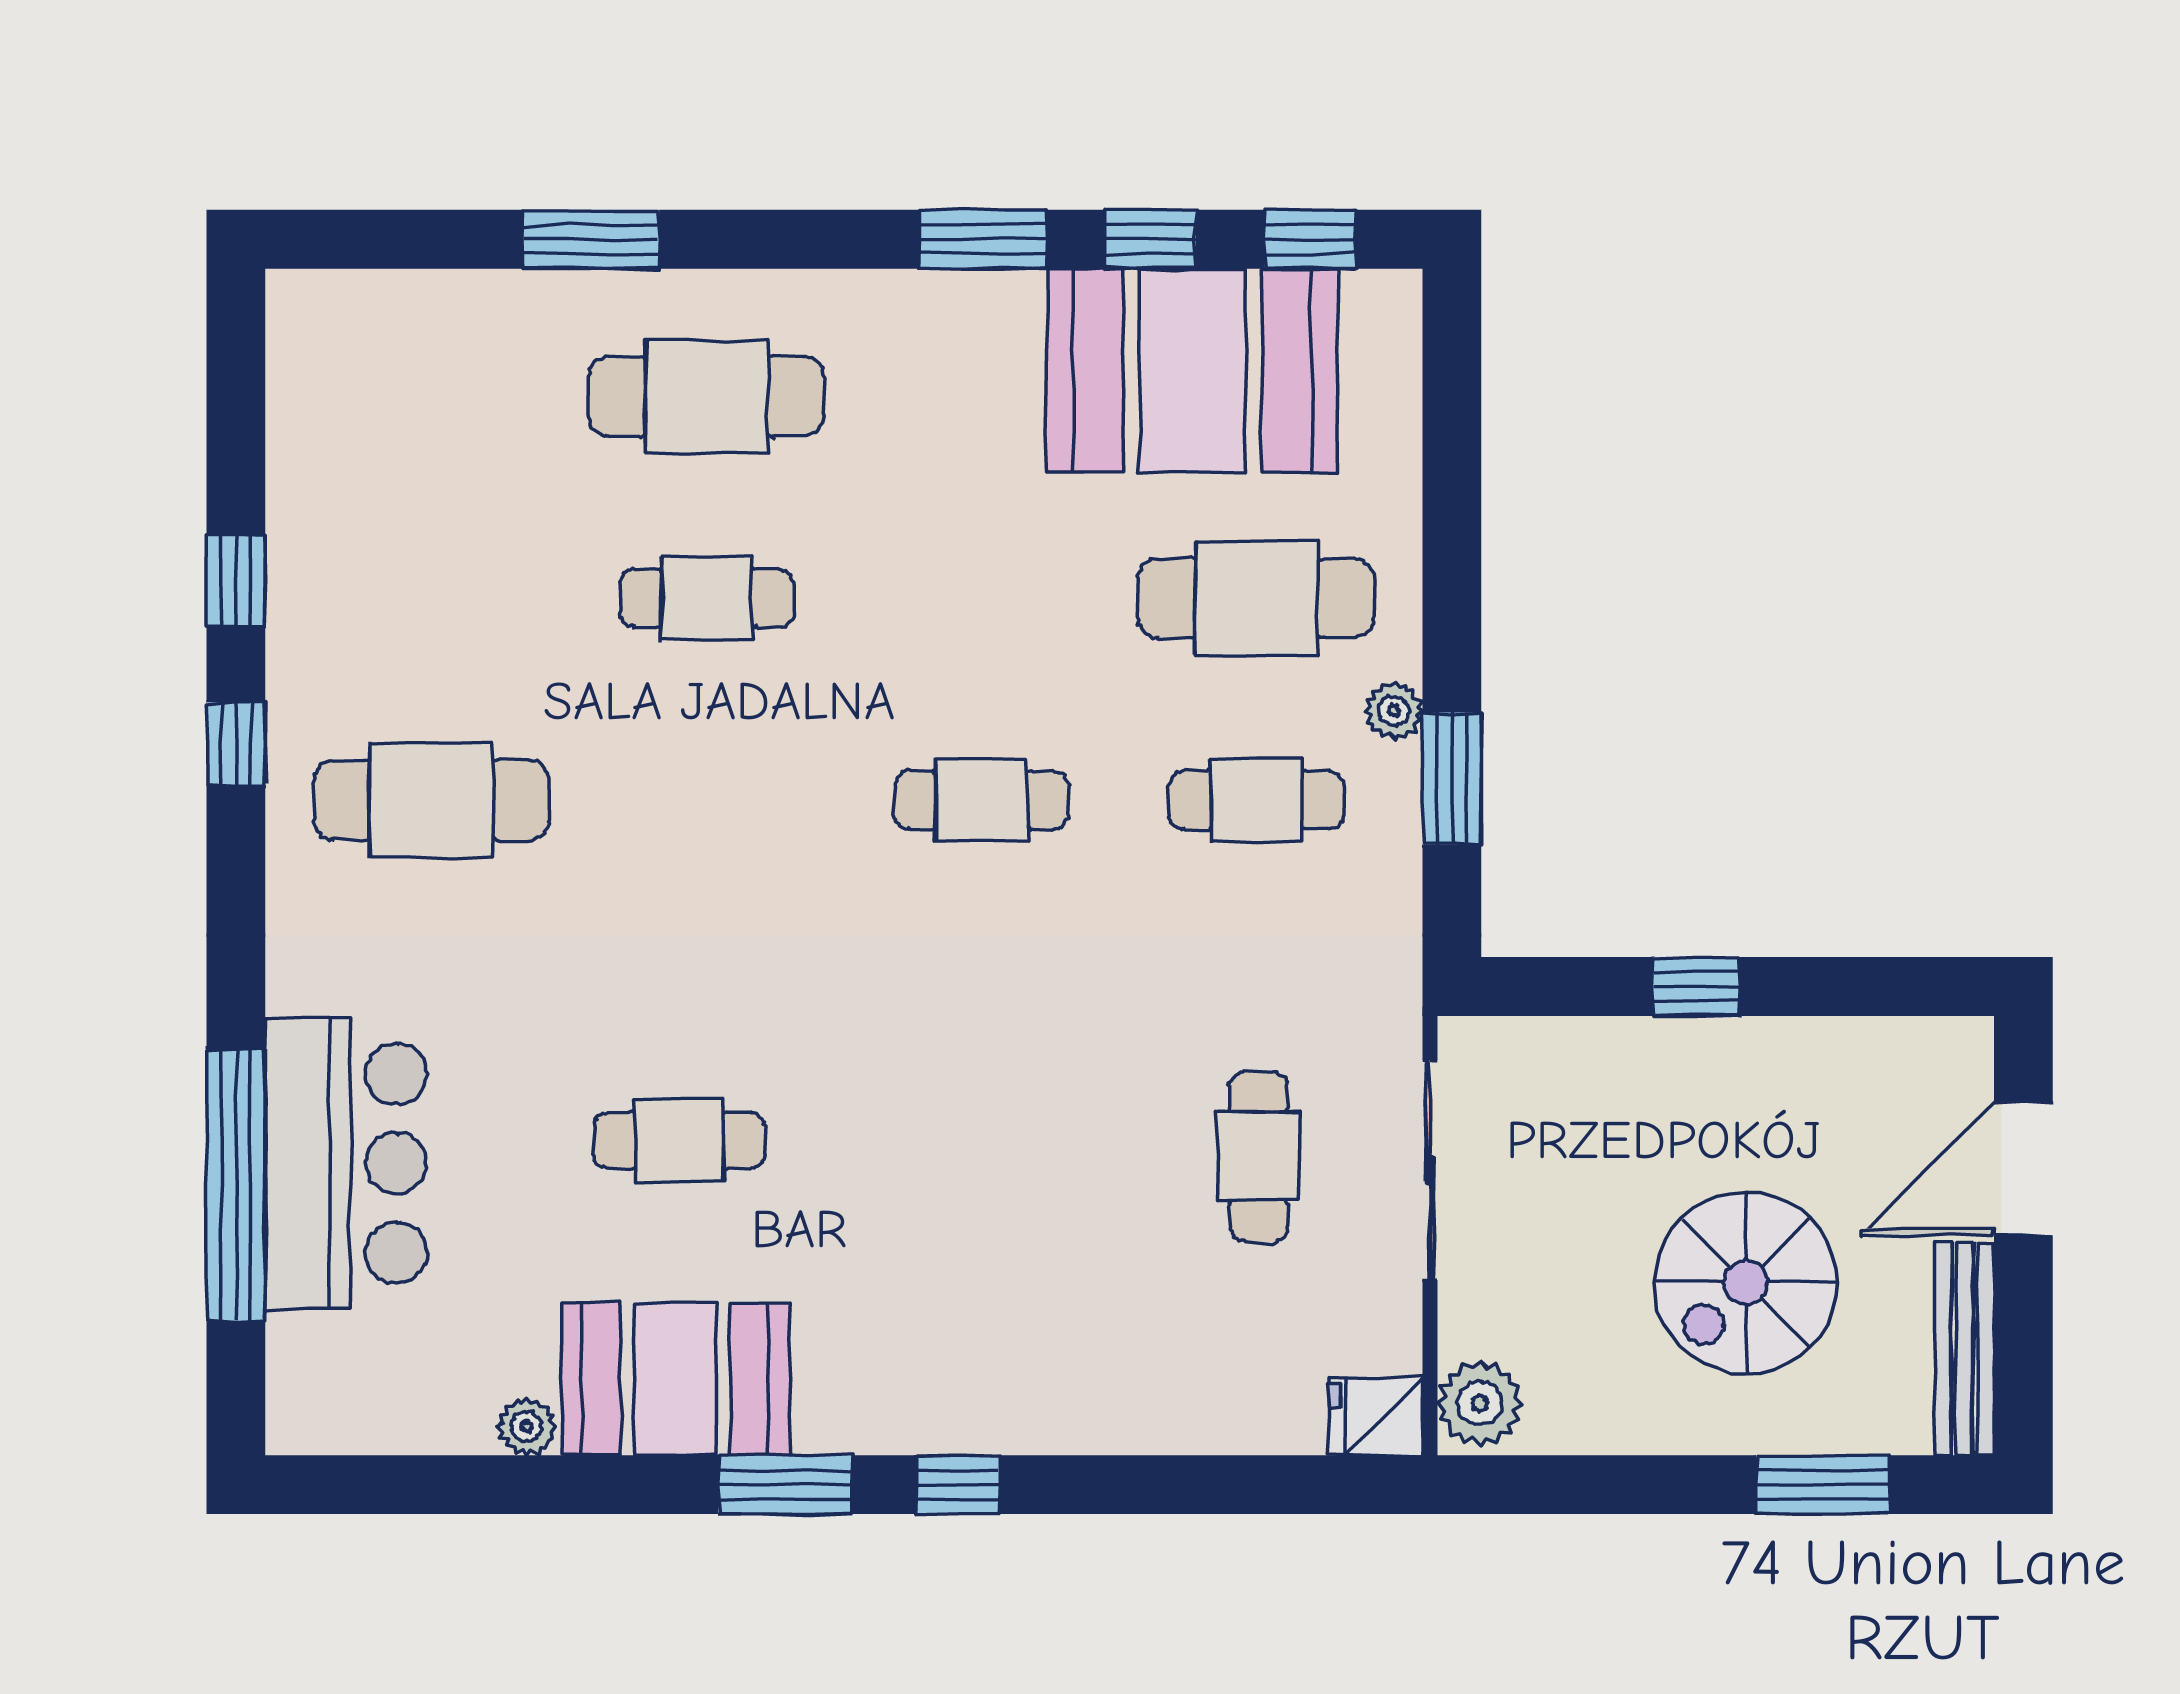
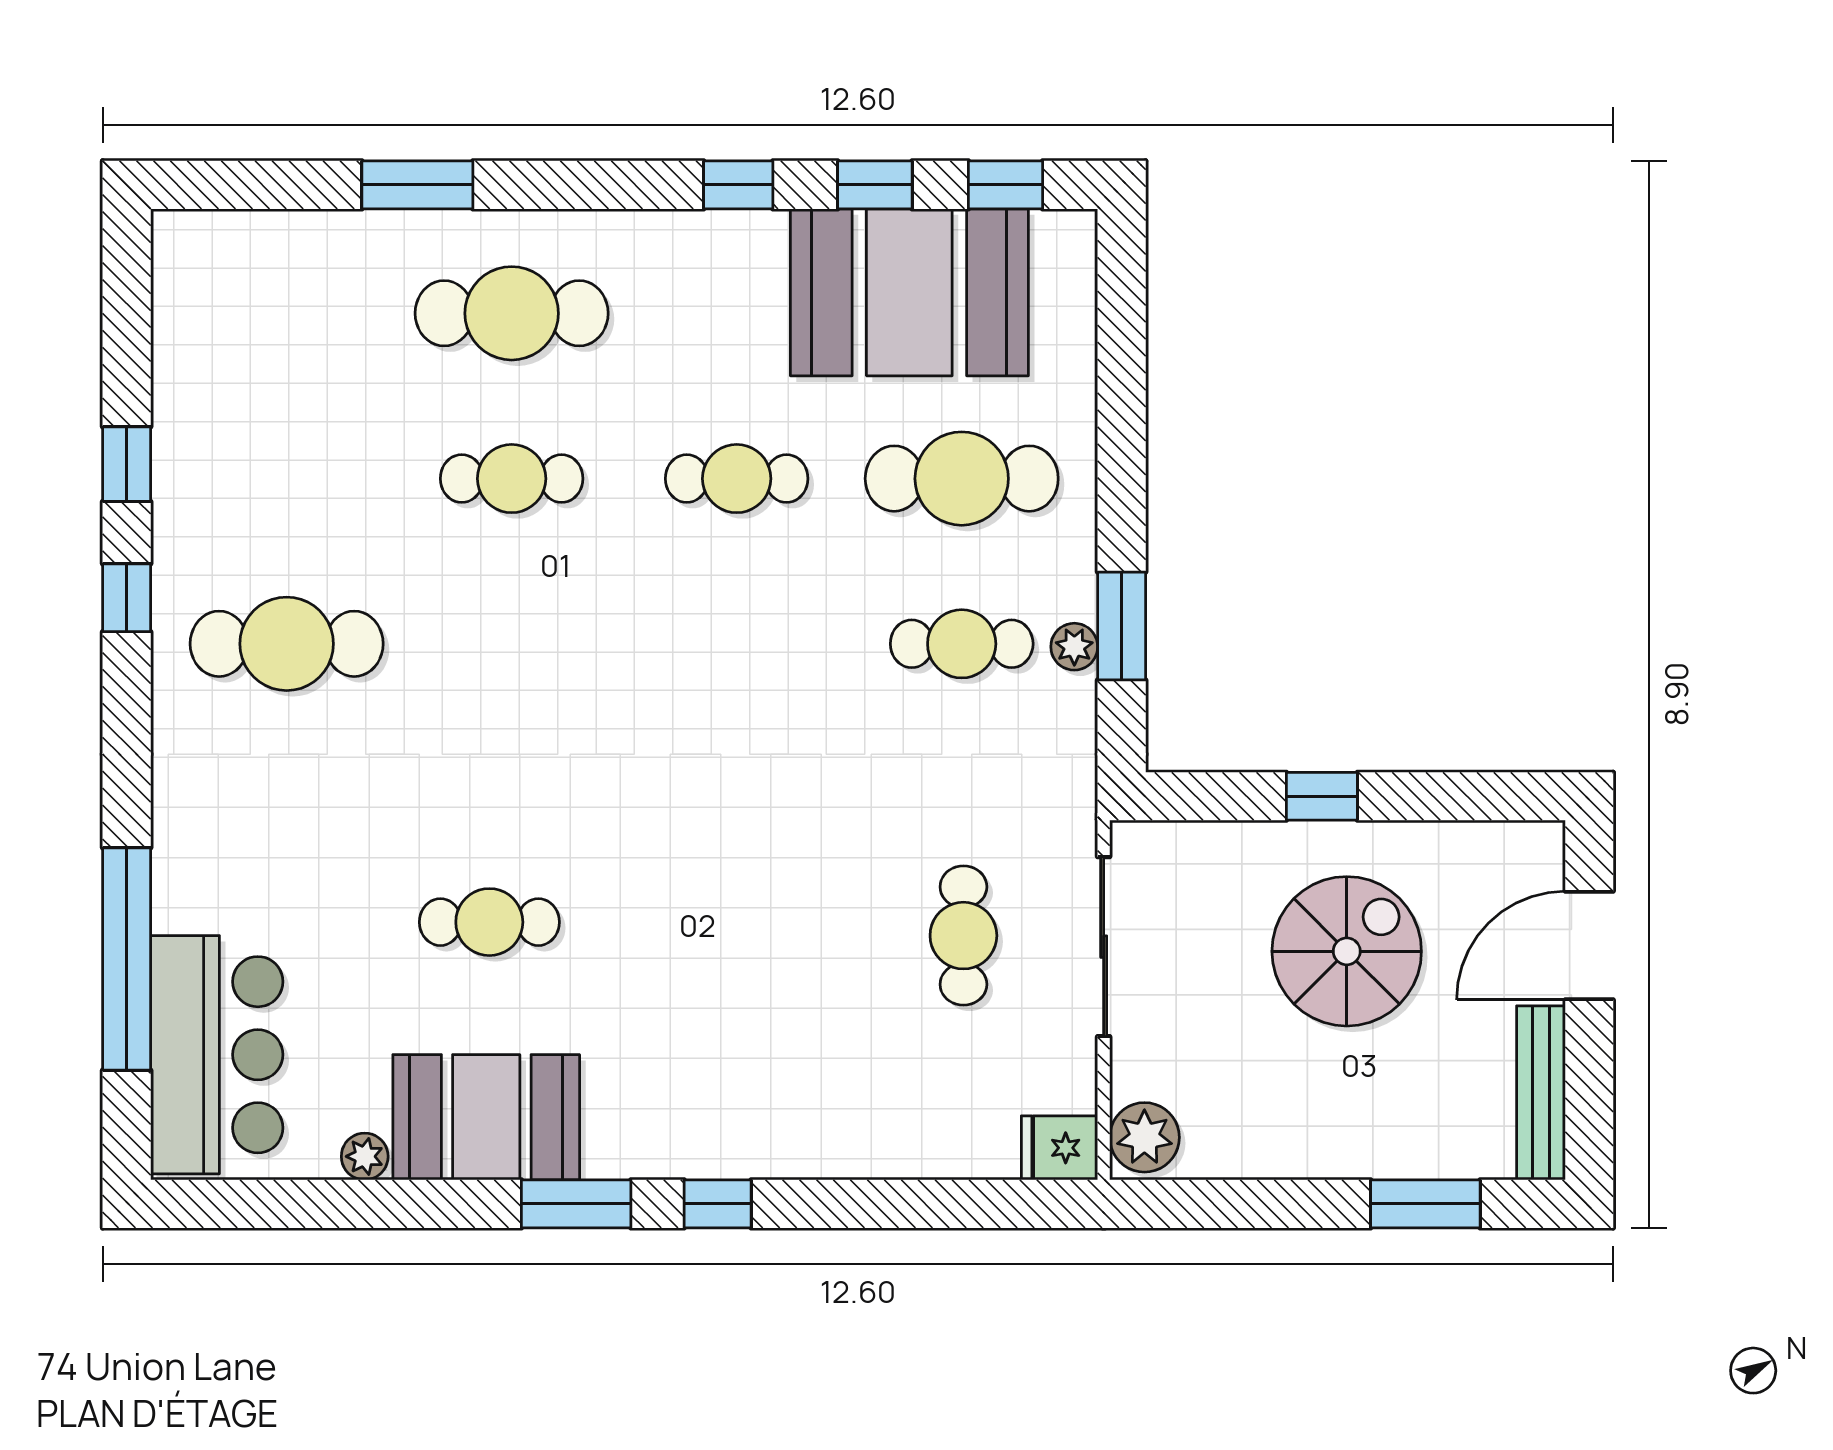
window: (983, 239) -> (738, 185), width x0.67
plant: (1394, 711) -> (1074, 647), moved
cafe table: (981, 800) -> (737, 479), moved
bar counter: (346, 1163) -> (217, 1055), moved
spiral stairs: (1746, 1283) -> (1347, 951), moved, turned 180

